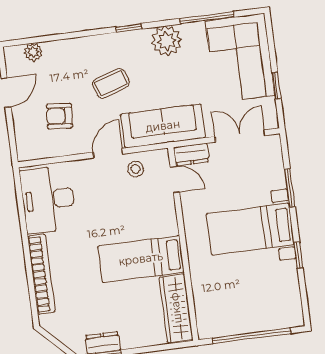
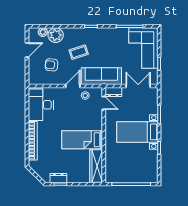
plant: (167, 41) -> (56, 35), moved

